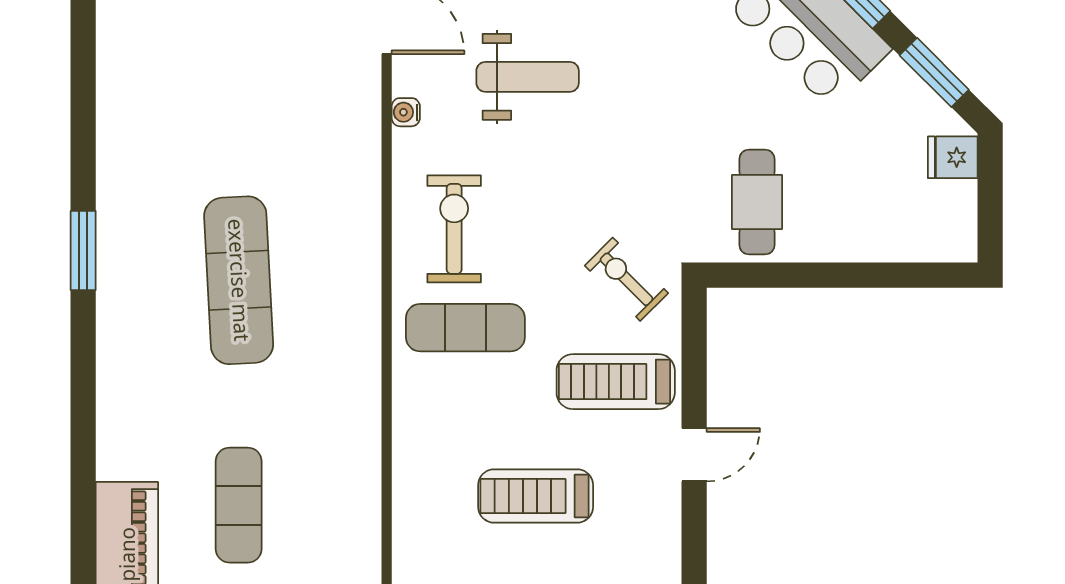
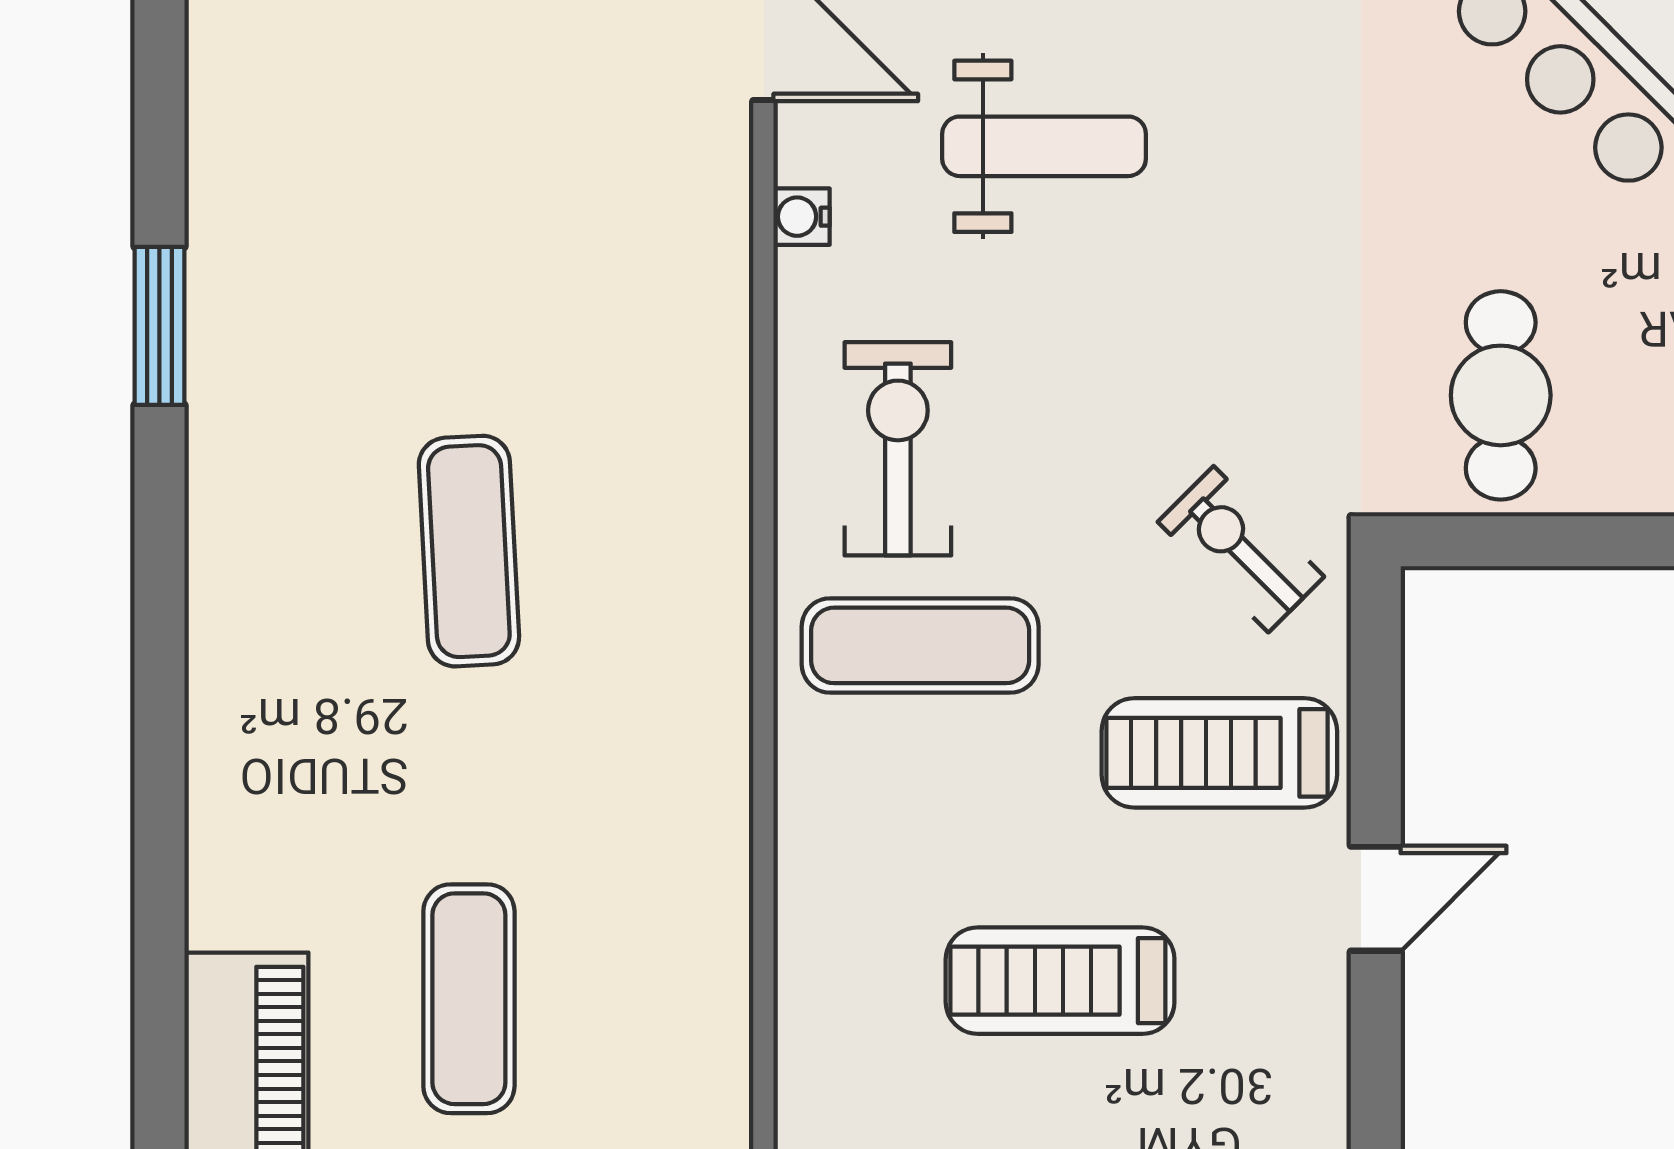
window: (83, 250) -> (159, 326), moved
exercise mat: (239, 280) -> (469, 551), width x0.73, depth x0.69

